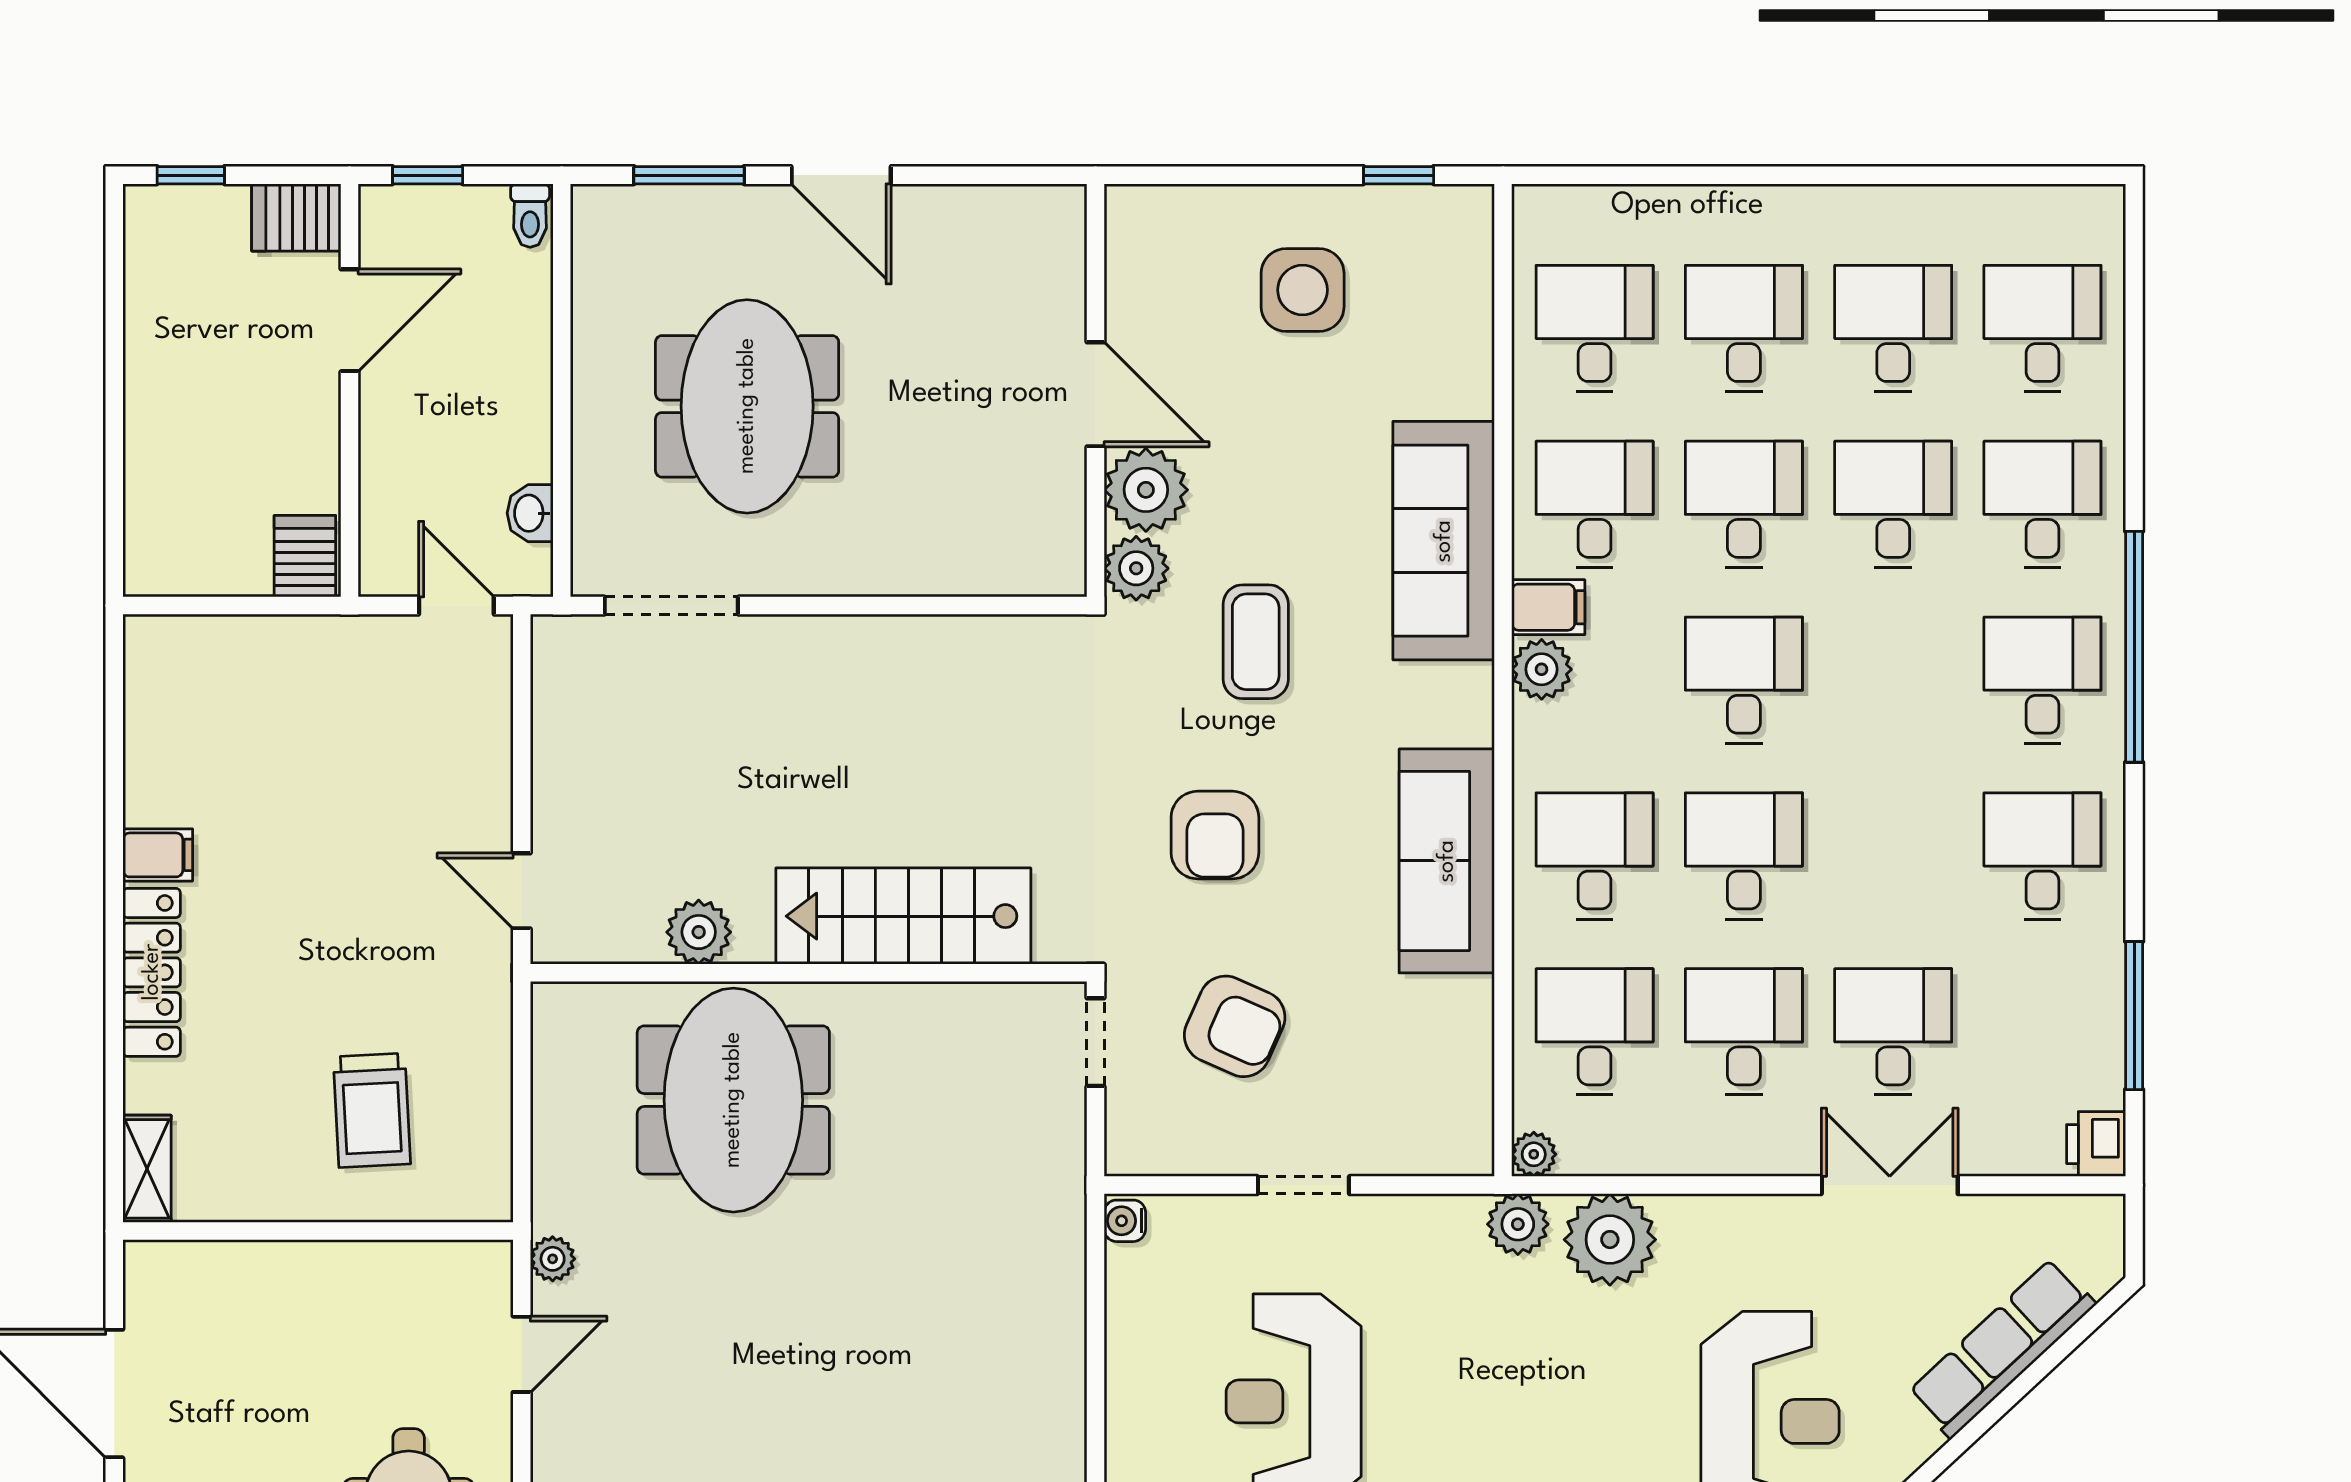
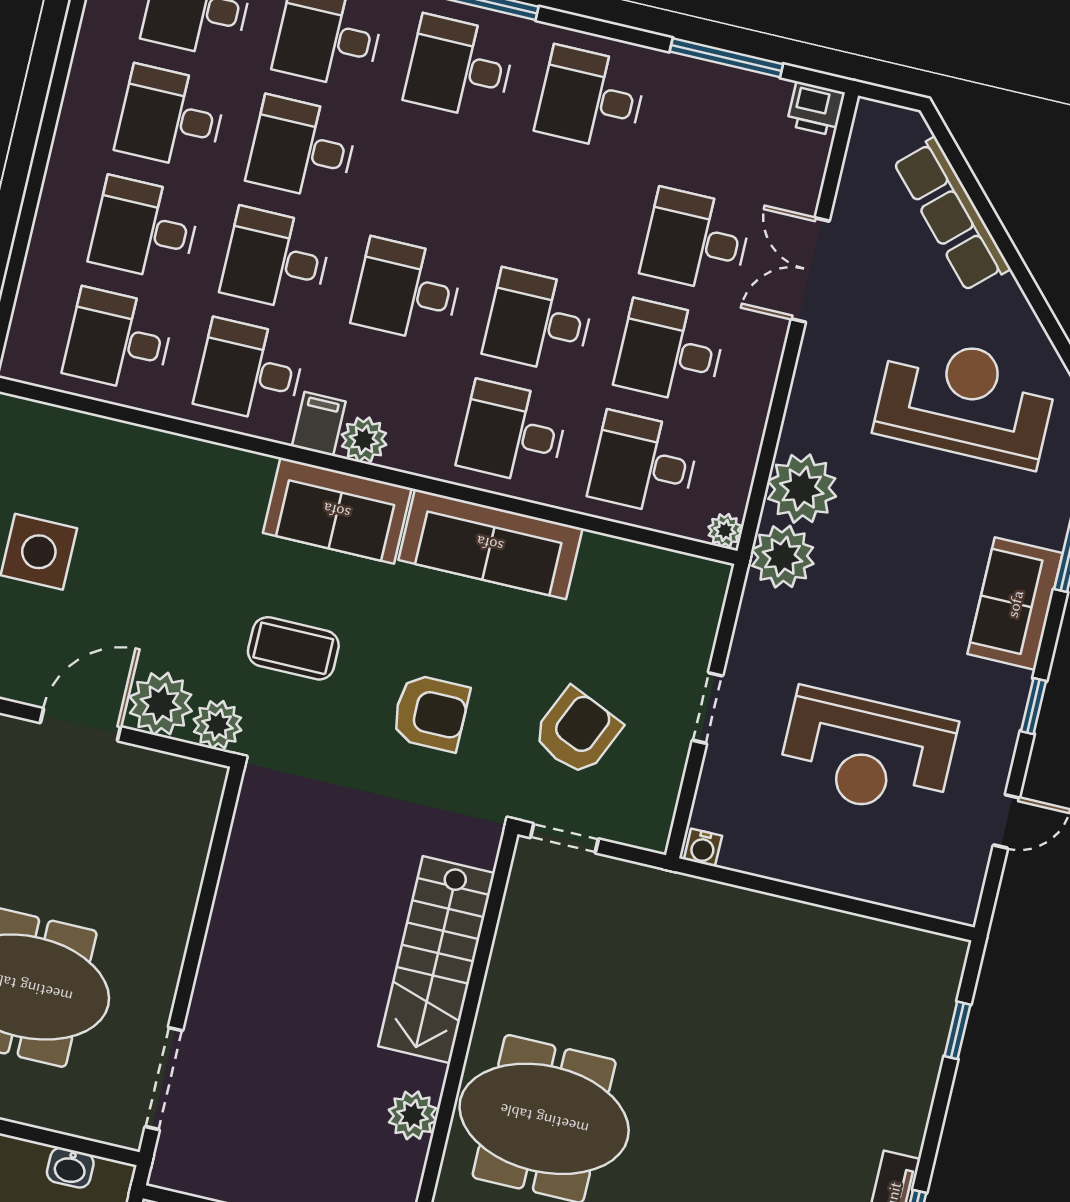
sofa: (1444, 541) -> (337, 511), moved, width x0.73
plant: (1518, 1224) -> (783, 557), width x1.36, depth x1.36

